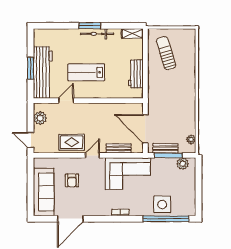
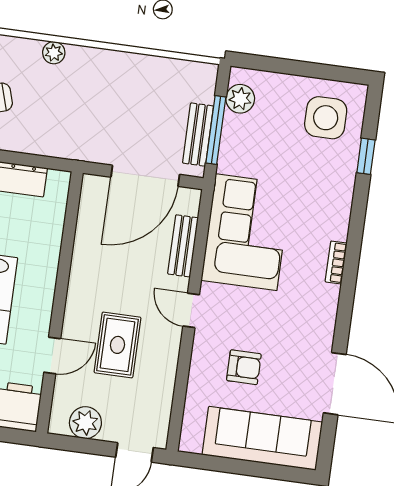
door: (66, 101) -> (52, 355), swing flipped
plant: (191, 139) -> (54, 53), moved
rug: (72, 142) -> (117, 345), moved
side table: (162, 204) -> (326, 118), moved
window: (166, 219) -> (366, 156), width x0.32

